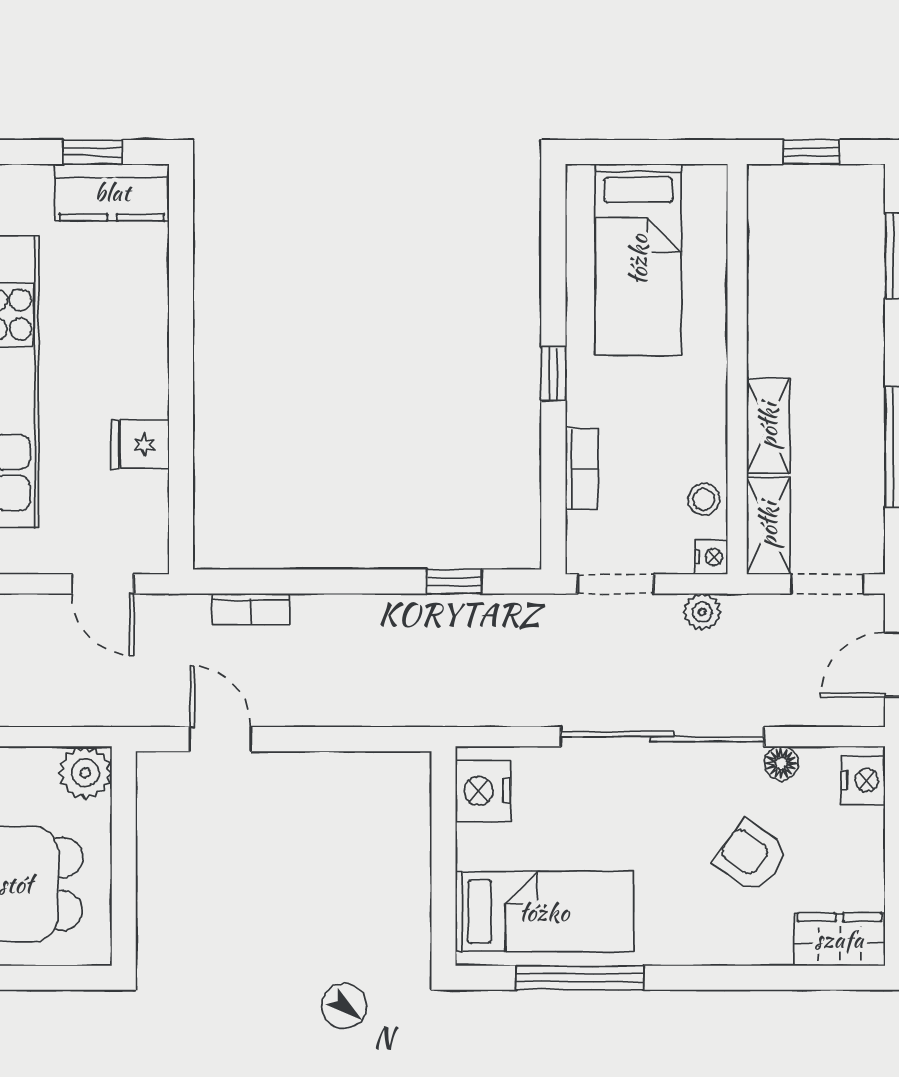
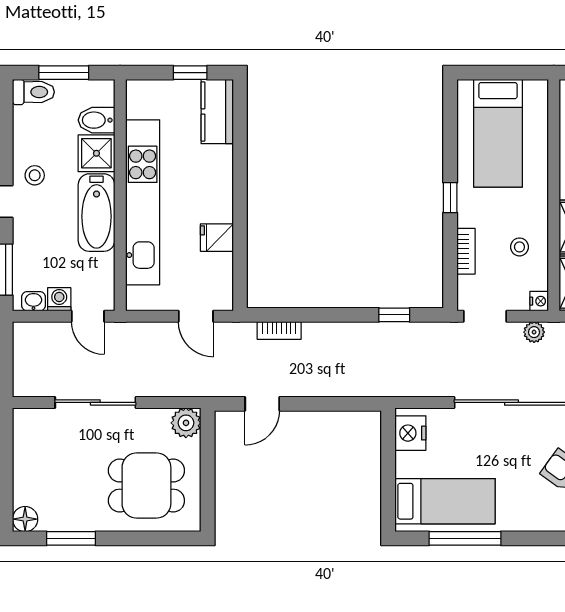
kitchen counter: (112, 192) -> (217, 111), moved, turned 90
stool: (704, 499) -> (519, 247), moved
door: (220, 739) -> (262, 404), swing flipped

